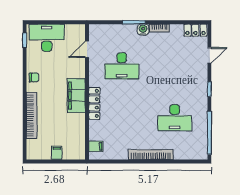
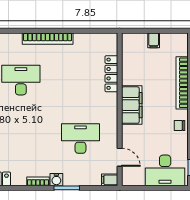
door: (87, 49) -> (120, 157), hinge flipped
locker: (94, 103) -> (111, 74), moved
filing cabinet: (96, 146) -> (110, 180), moved

